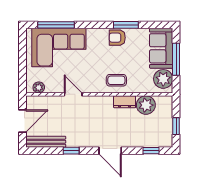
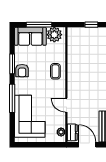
window: (56, 25) -> (12, 98), moved
door: (73, 94) -> (66, 105), hinge flipped
dresser: (125, 102) -> (72, 132), moved
plant: (146, 105) -> (75, 48), removed

